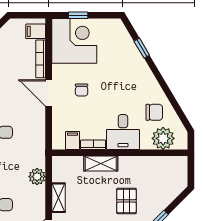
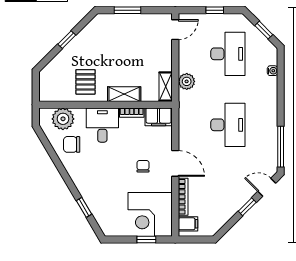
filing cabinet: (73, 140) -> (159, 117), width x2.00
shelving: (58, 198) -> (166, 87), moved
pallet: (127, 201) -> (85, 82), moved

